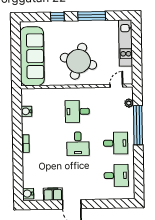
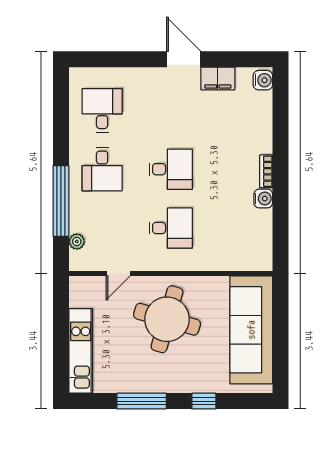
door: (116, 86) -> (118, 273), moved
water cooler: (26, 111) -> (263, 199), moved
desk: (116, 143) -> (102, 169), turned -90
desk: (78, 144) -> (171, 169), turned 90
desk: (116, 175) -> (102, 110), turned 90

